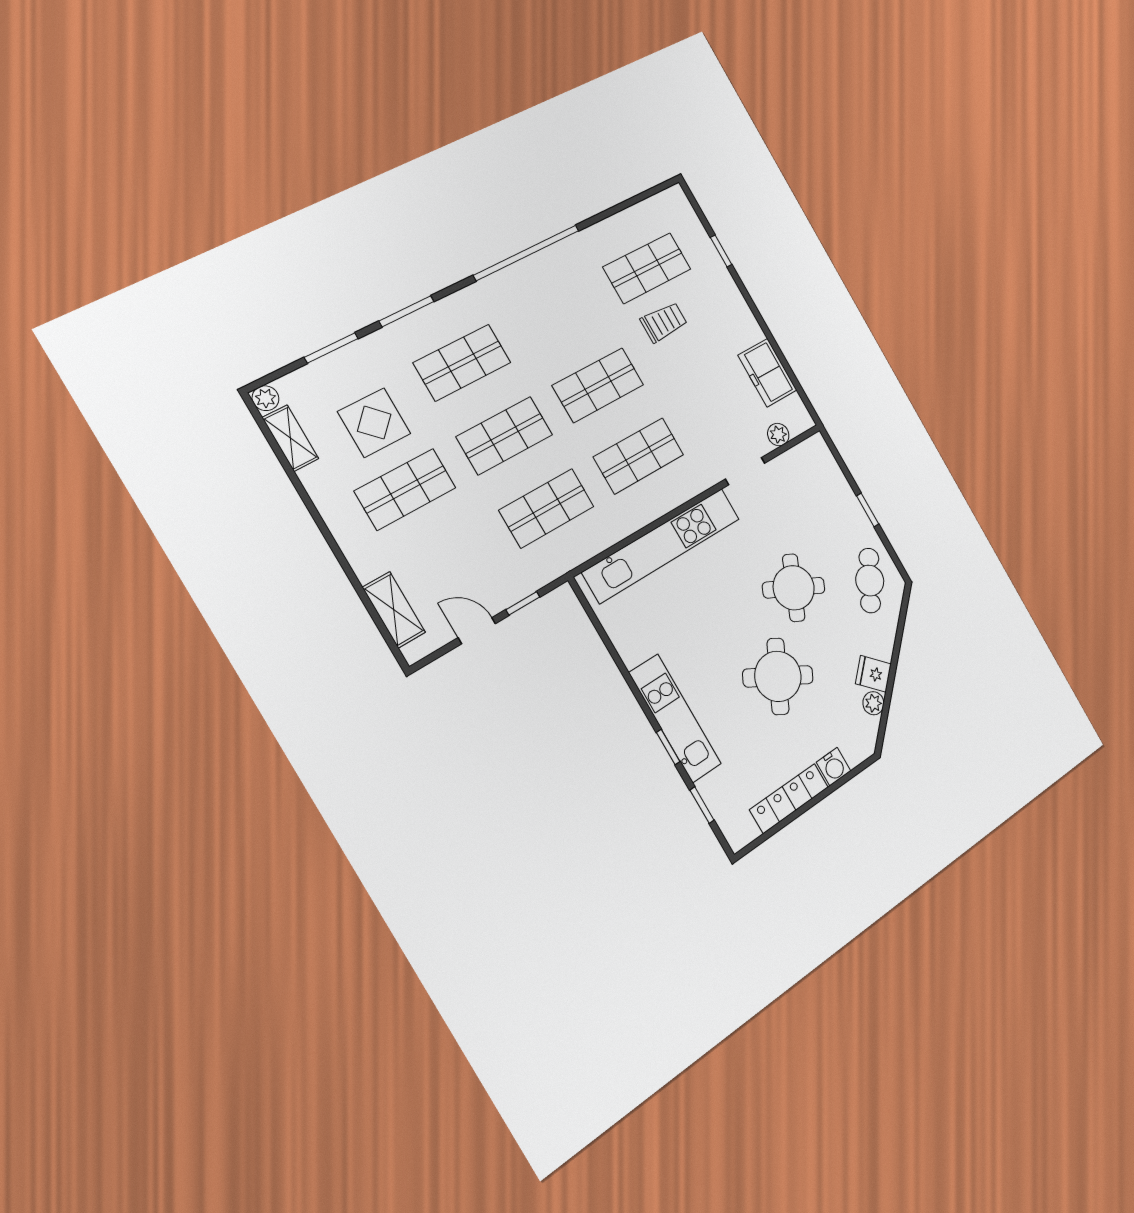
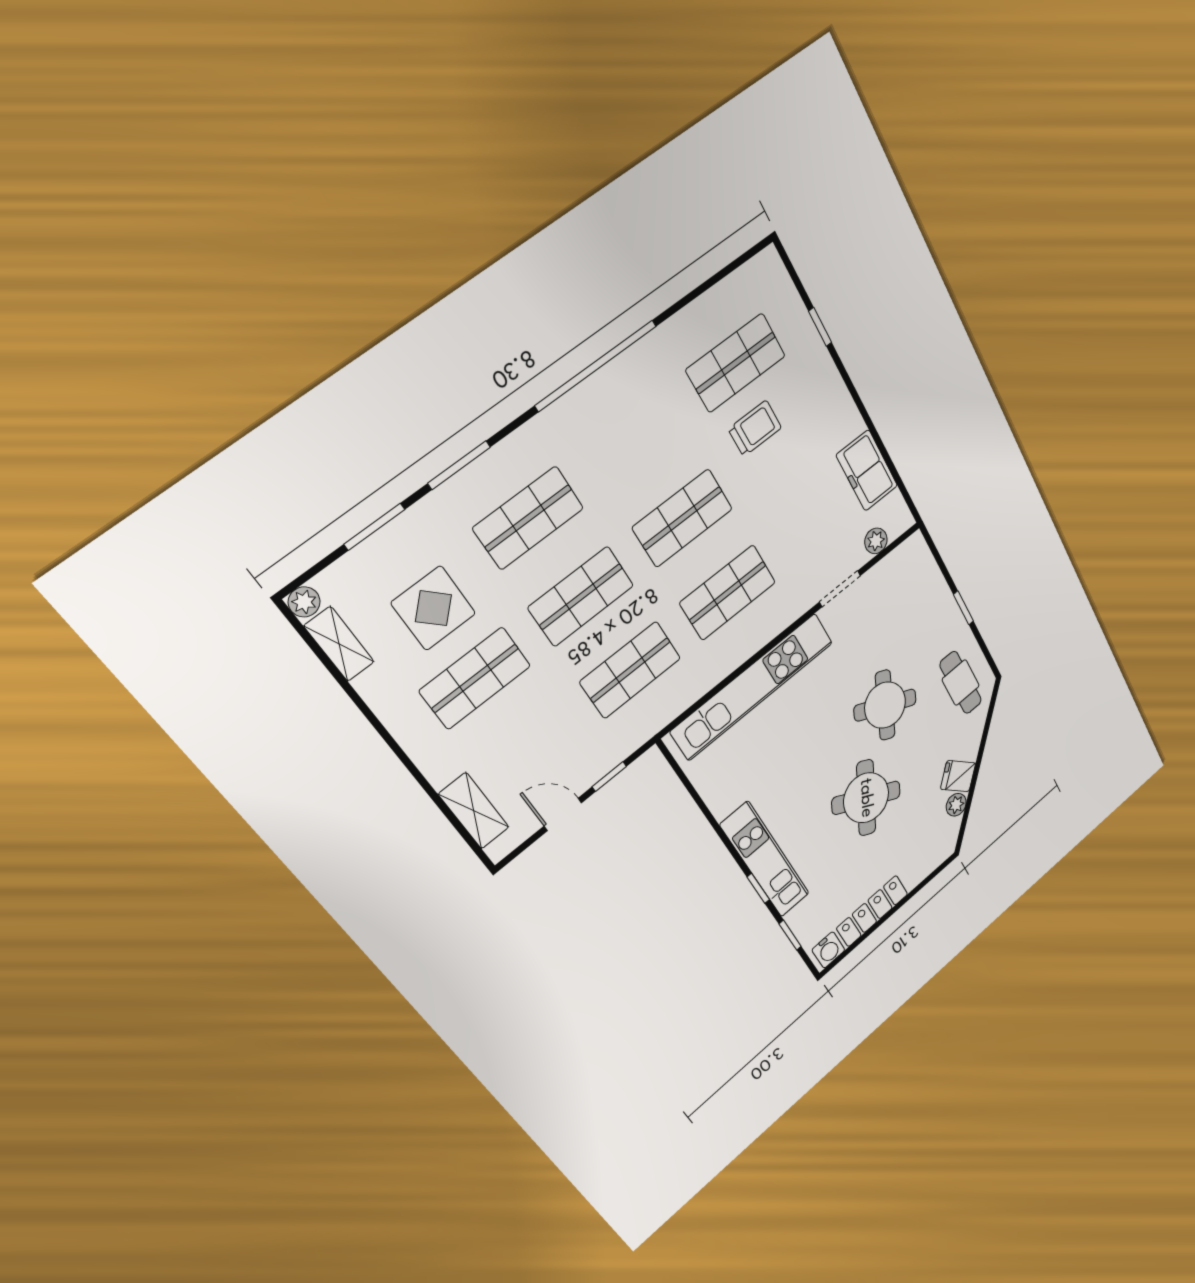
cafe table: (870, 581) -> (961, 683), turned -31
water cooler: (834, 767) -> (828, 950), moved

